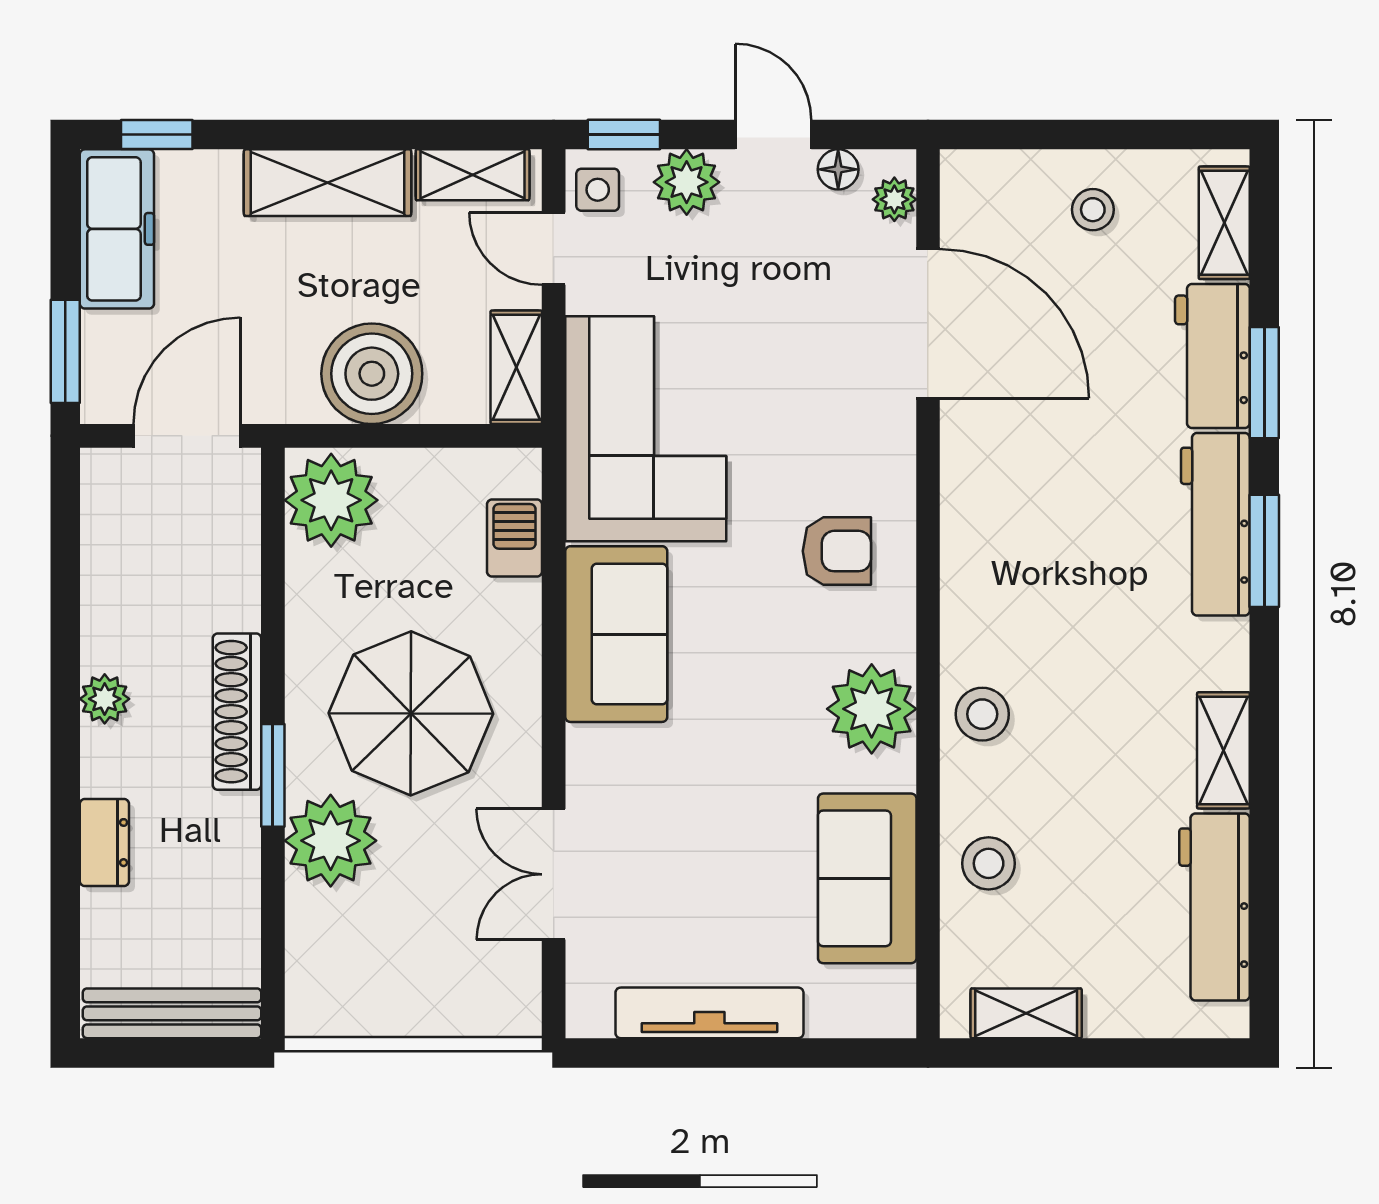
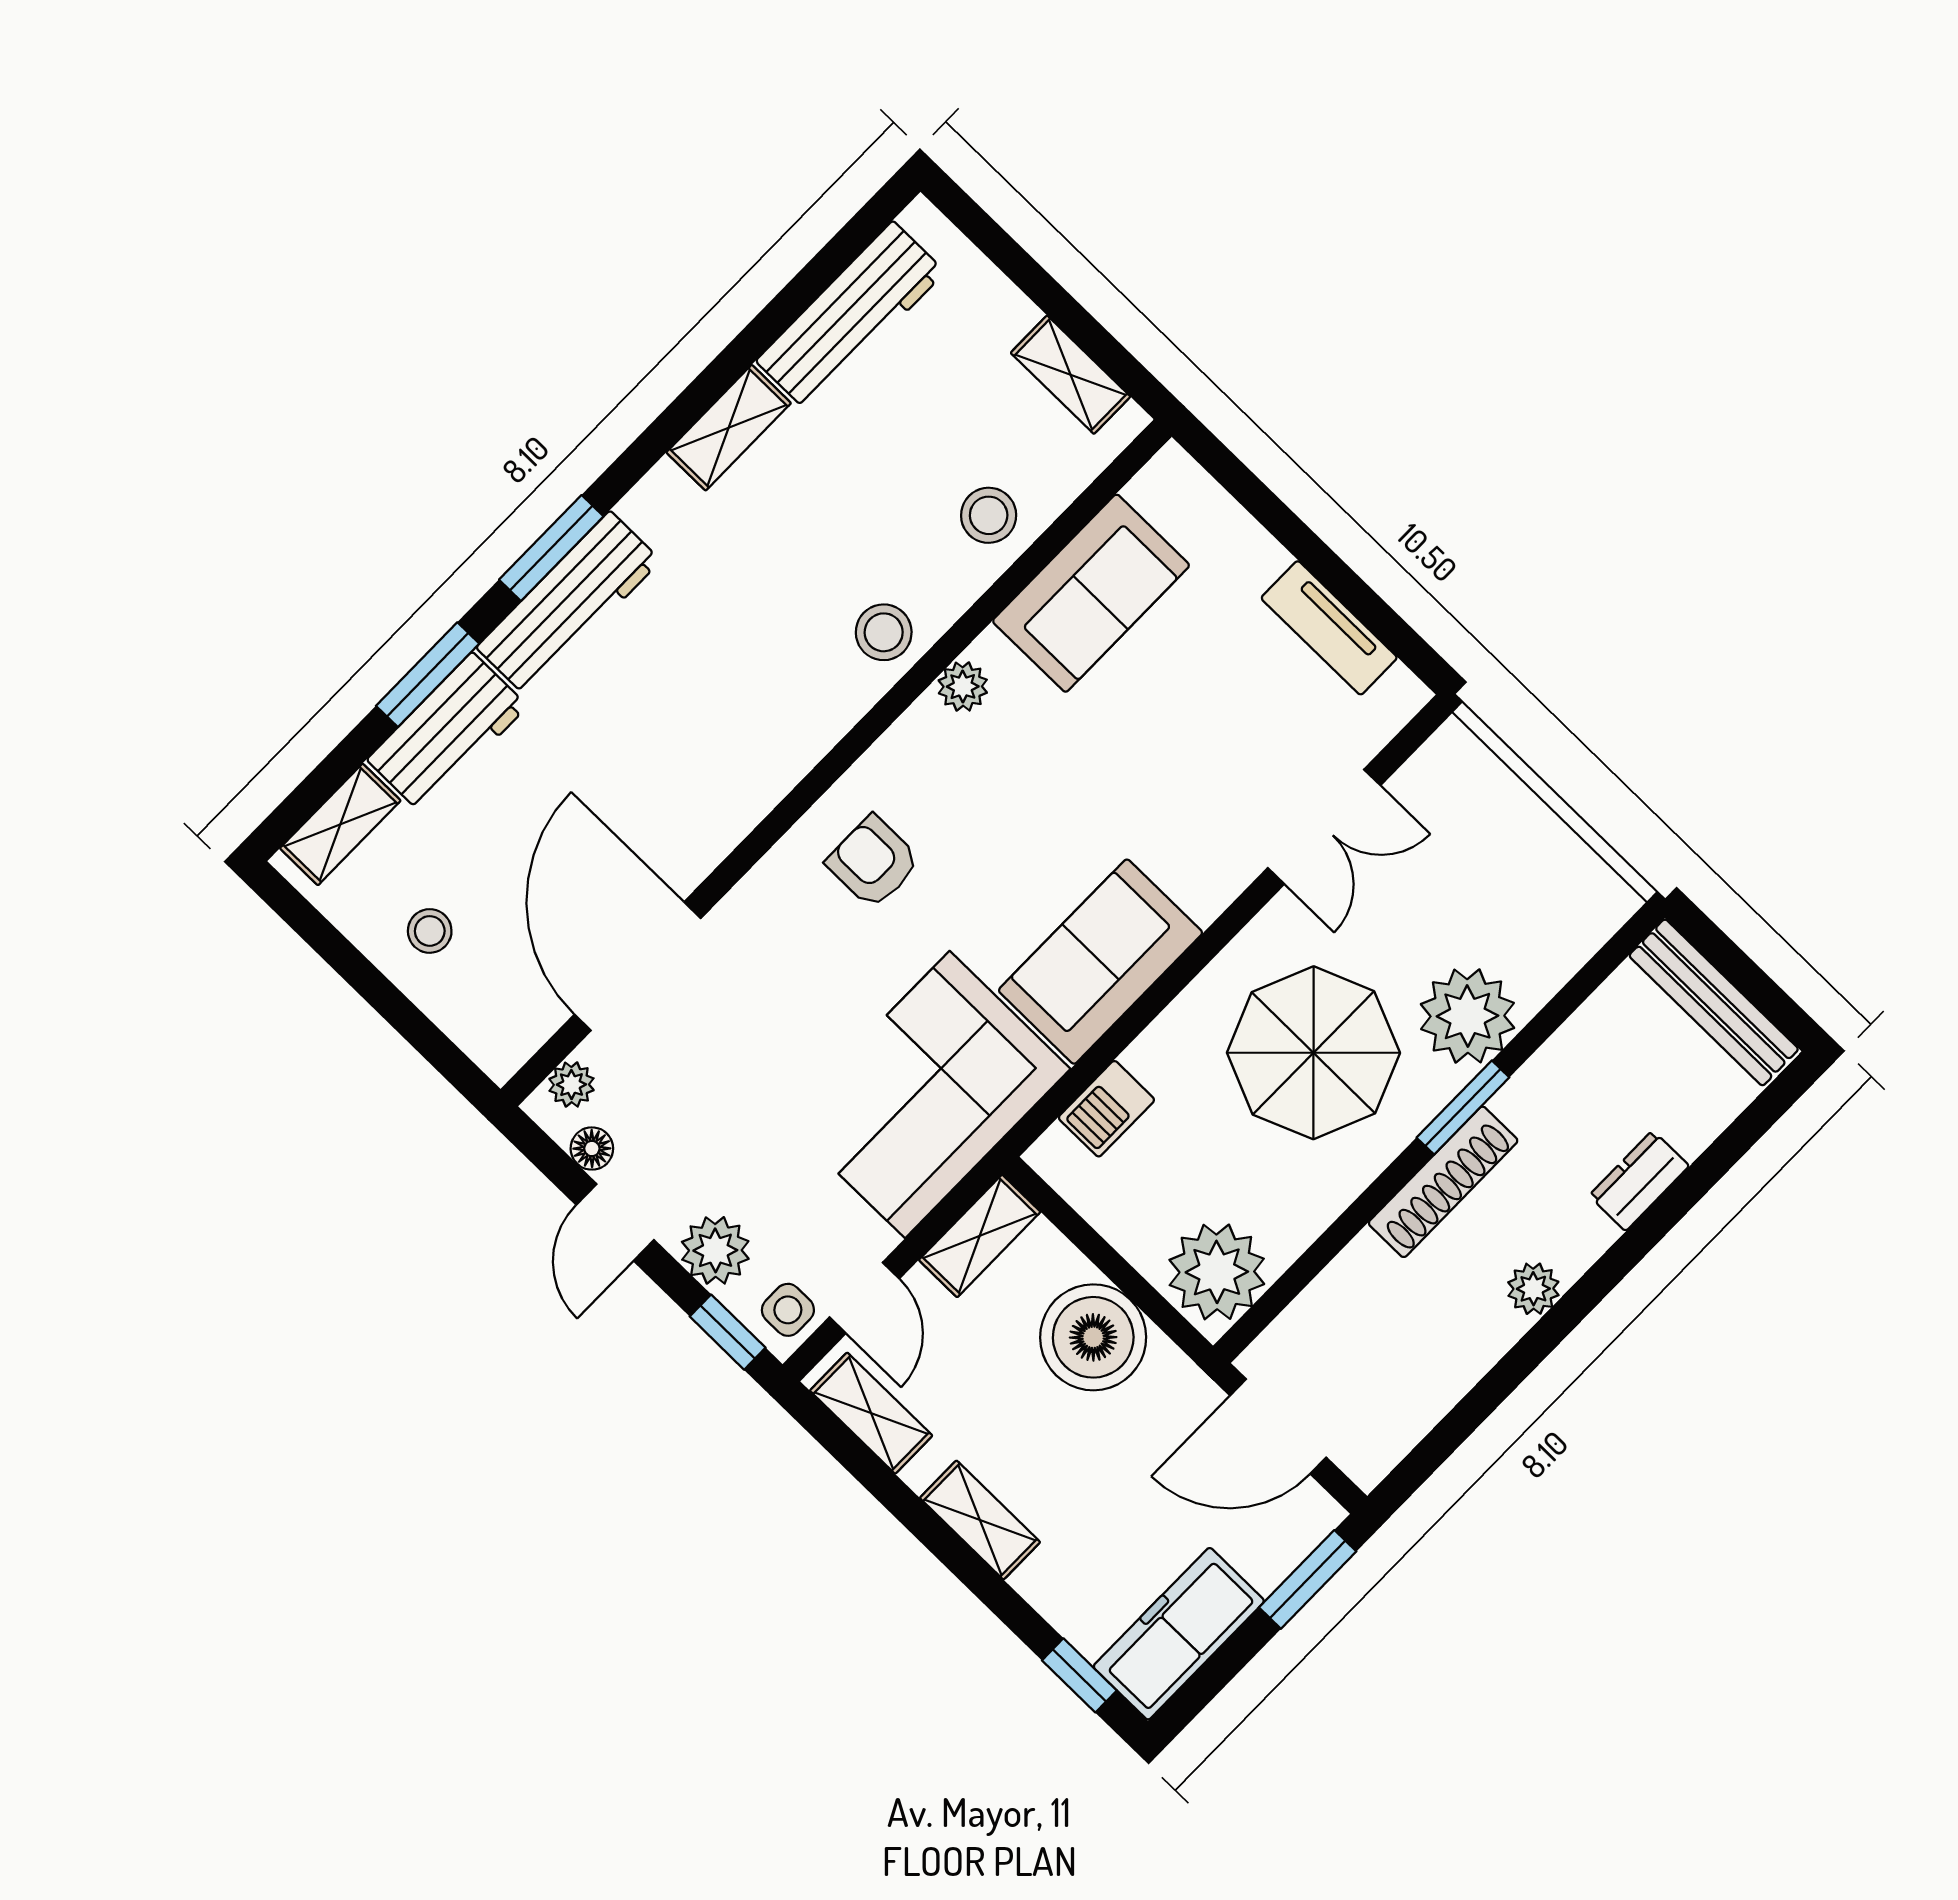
shelving: (328, 183) -> (980, 1520), width x0.67, depth x0.75
plant: (872, 709) -> (963, 687), width x0.53, depth x0.53
tv unit: (709, 1013) -> (1329, 628), width x0.71

